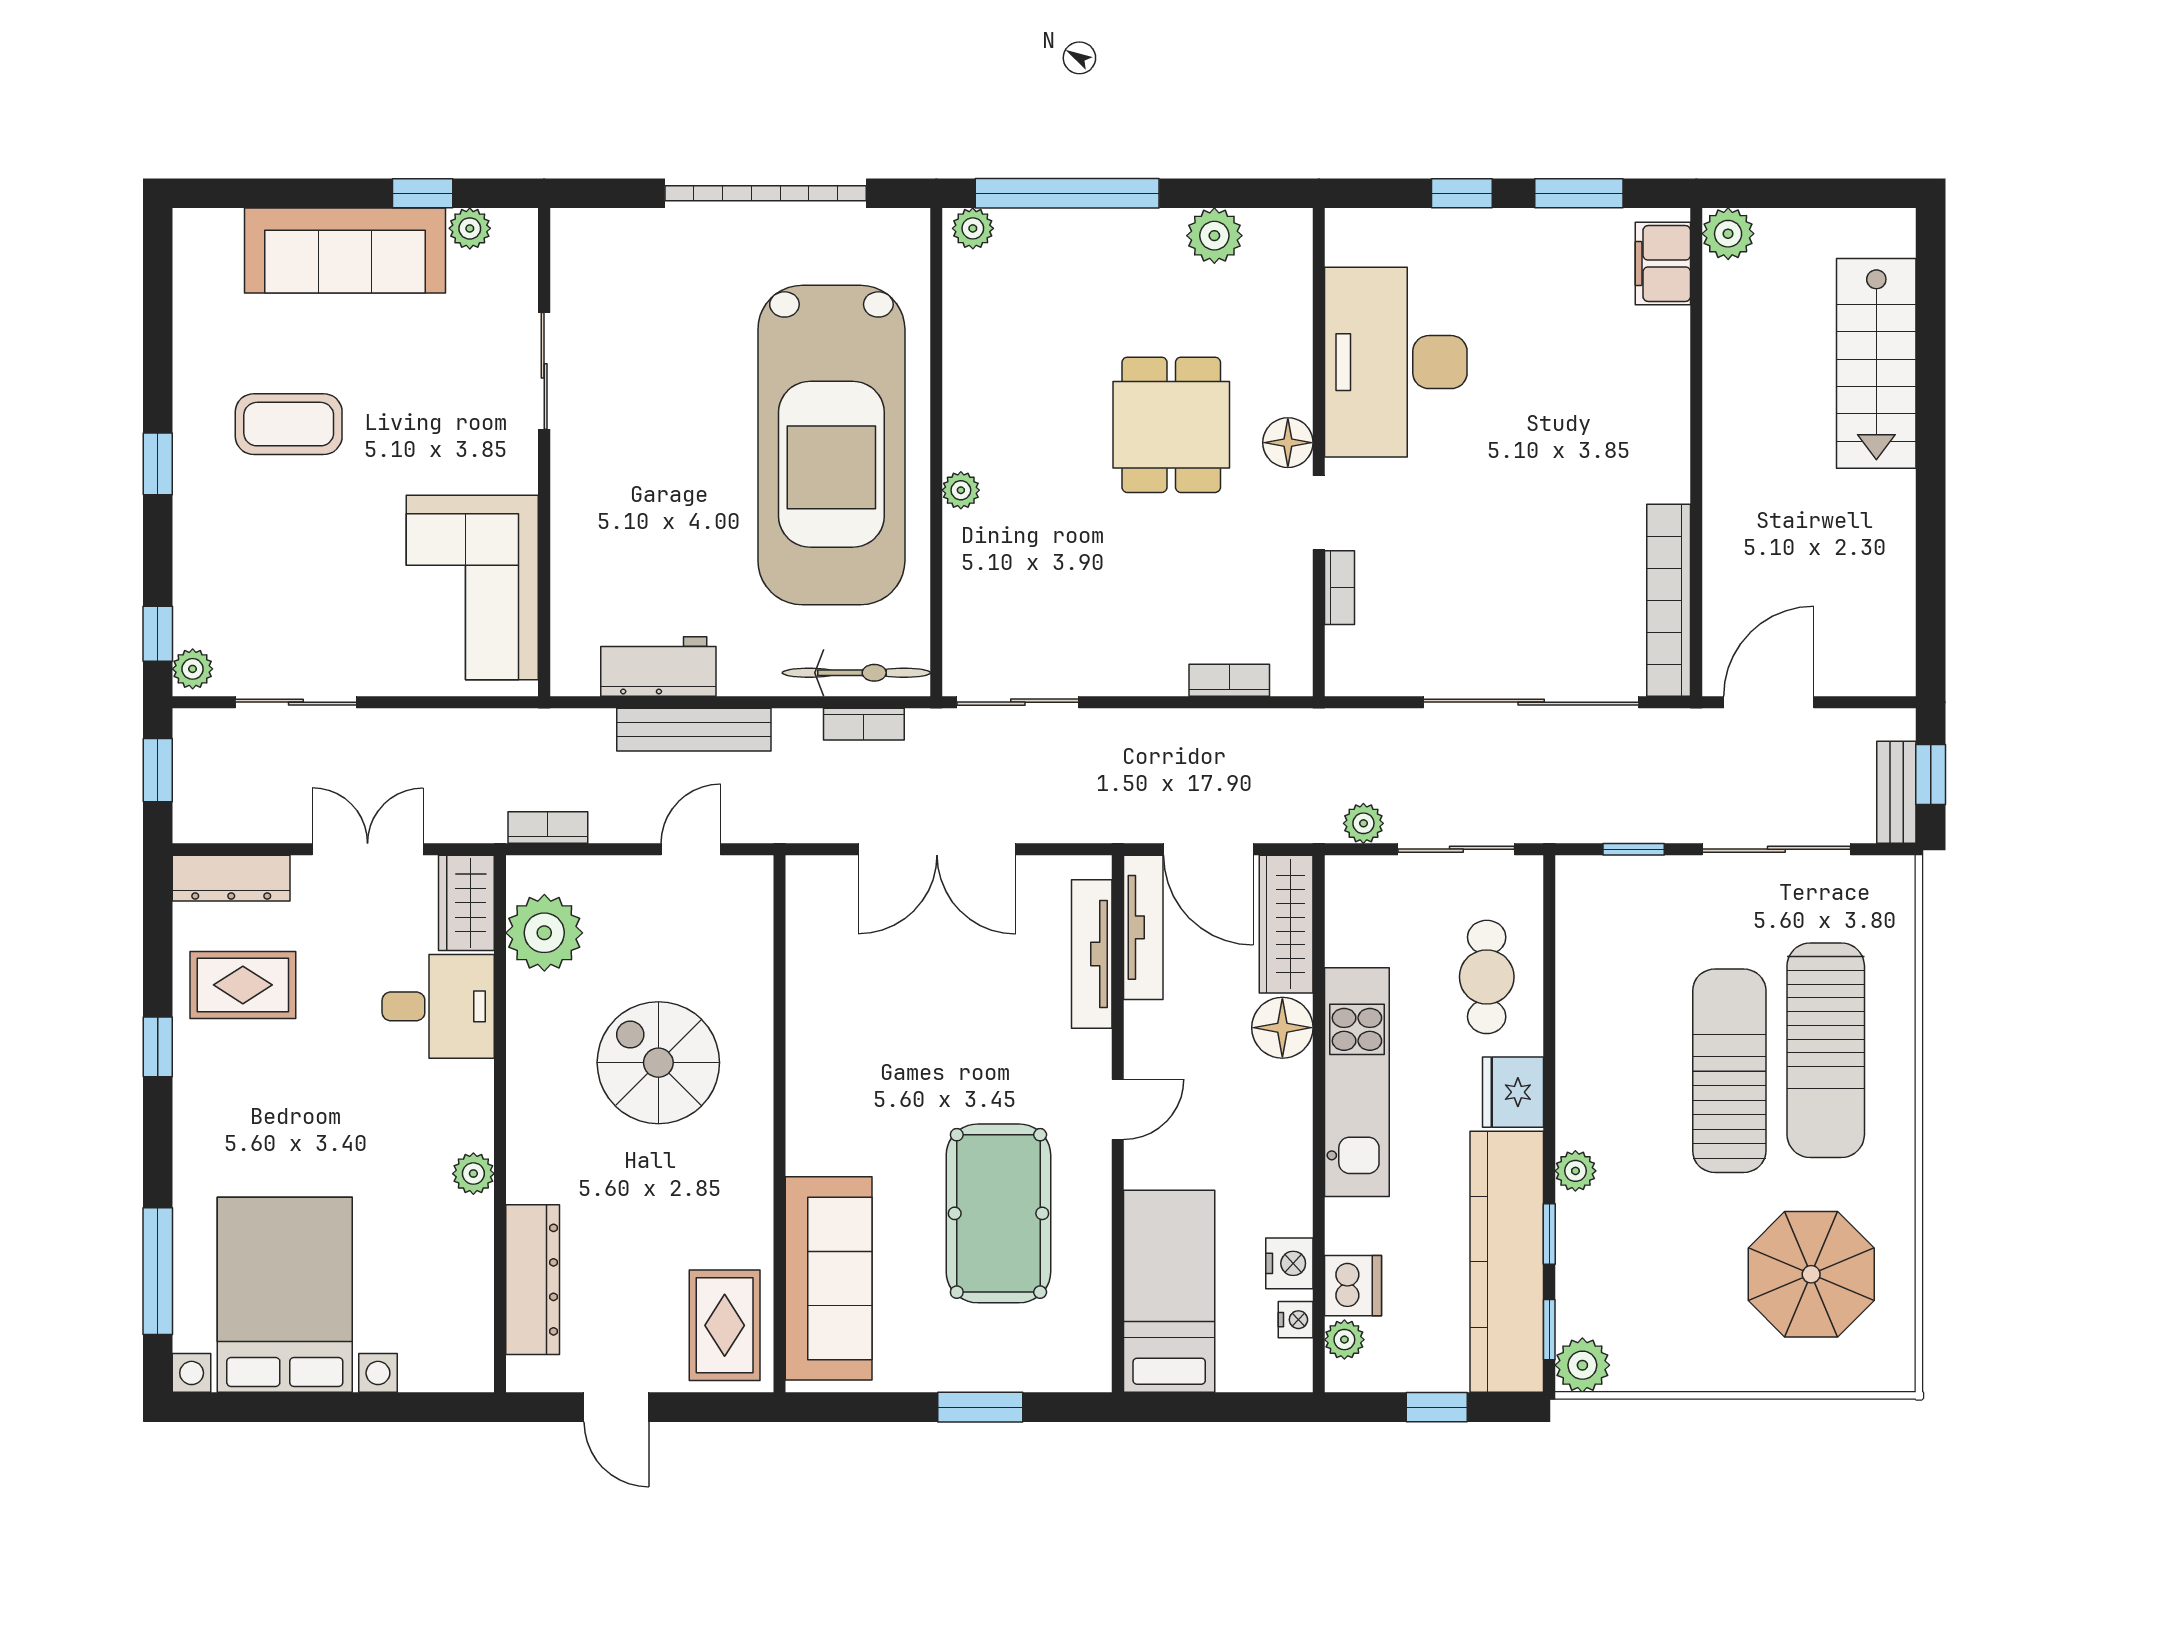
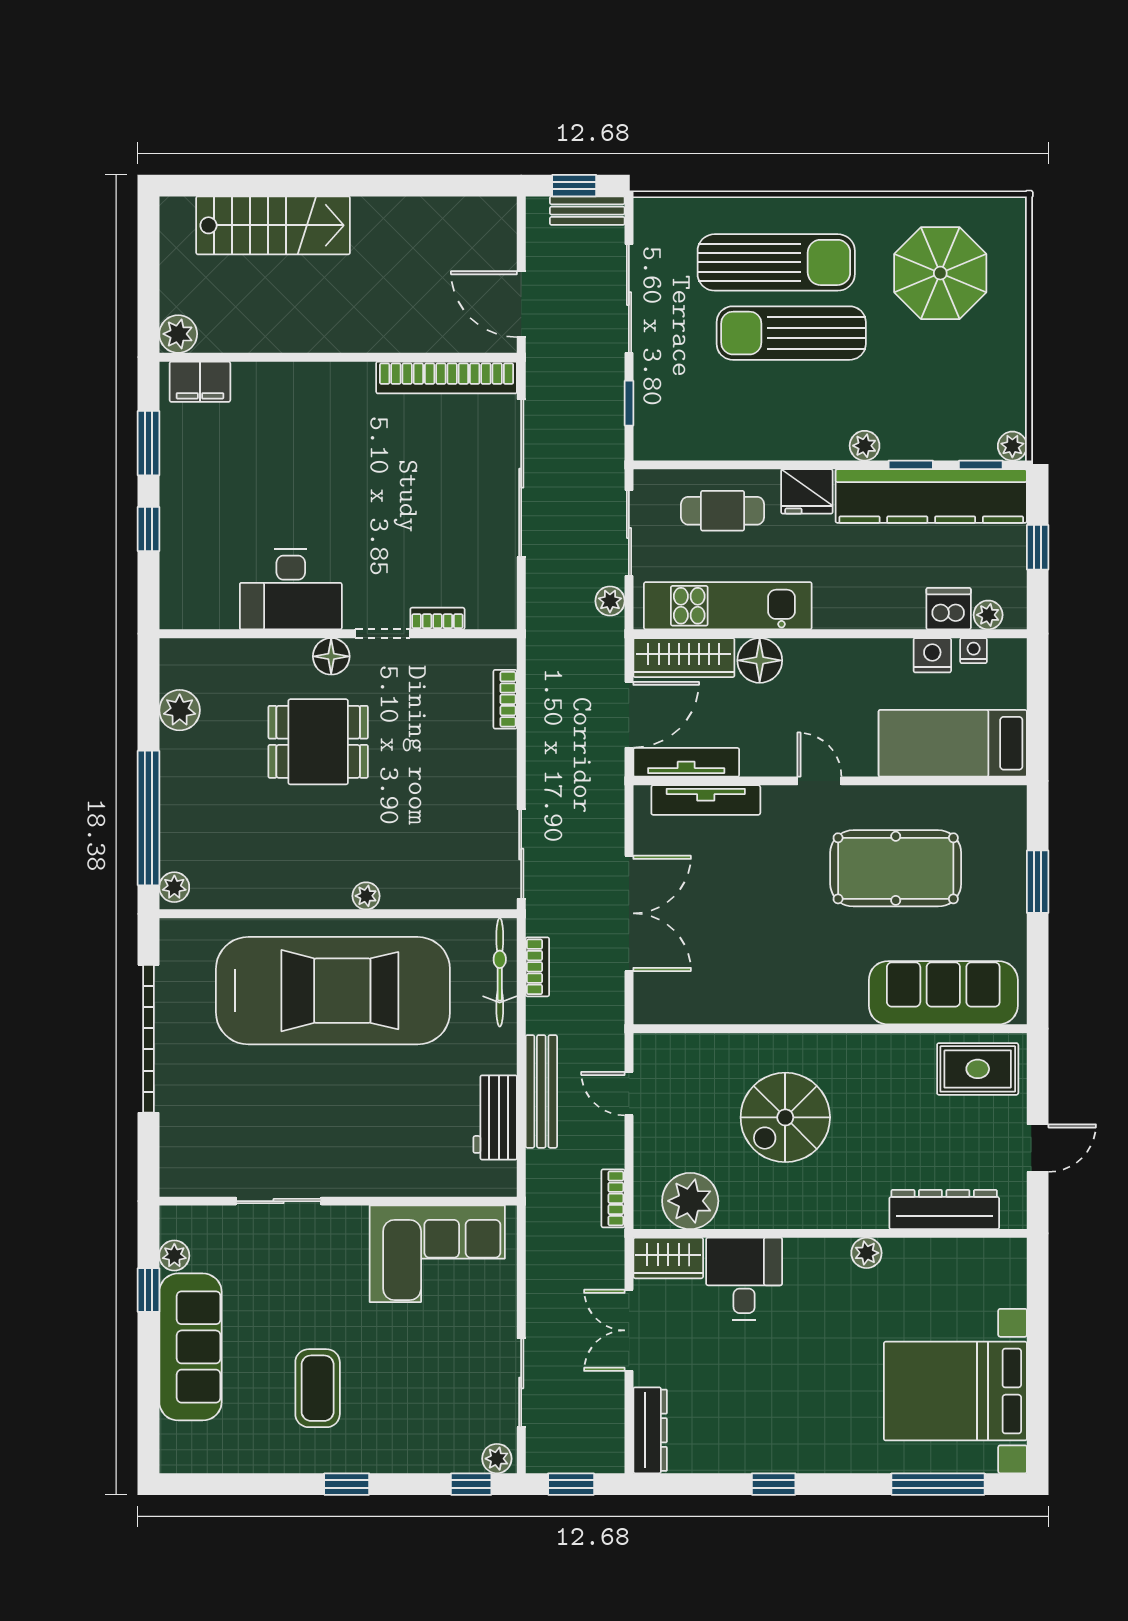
desk: (1396, 362) -> (291, 589), width x0.73, depth x0.77
rug: (243, 985) -> (728, 1422), removed
kitchen unit: (1357, 1082) -> (728, 606), moved
plant: (1582, 1365) -> (1012, 446), width x0.73, depth x0.73

